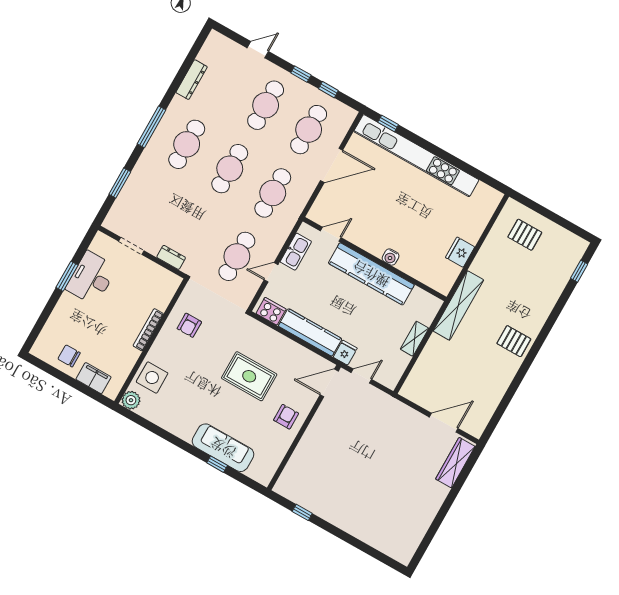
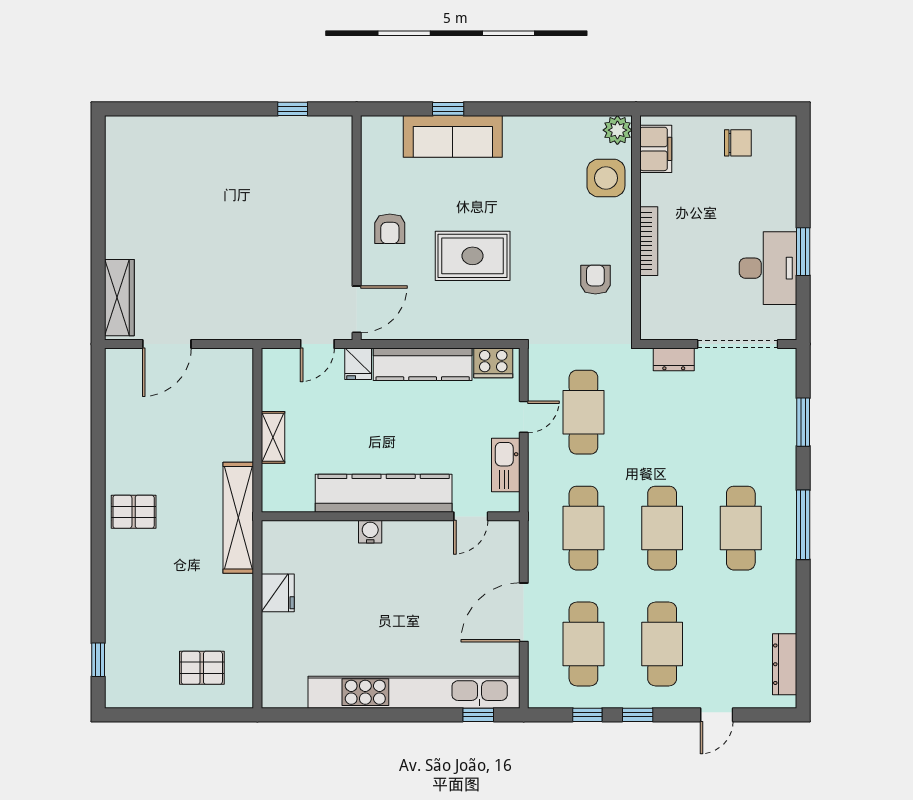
dresser: (192, 80) -> (785, 664), moved
doorway: (131, 246) -> (738, 344), width x1.88
filing cabinet: (94, 378) -> (656, 149), moved, turned -90

